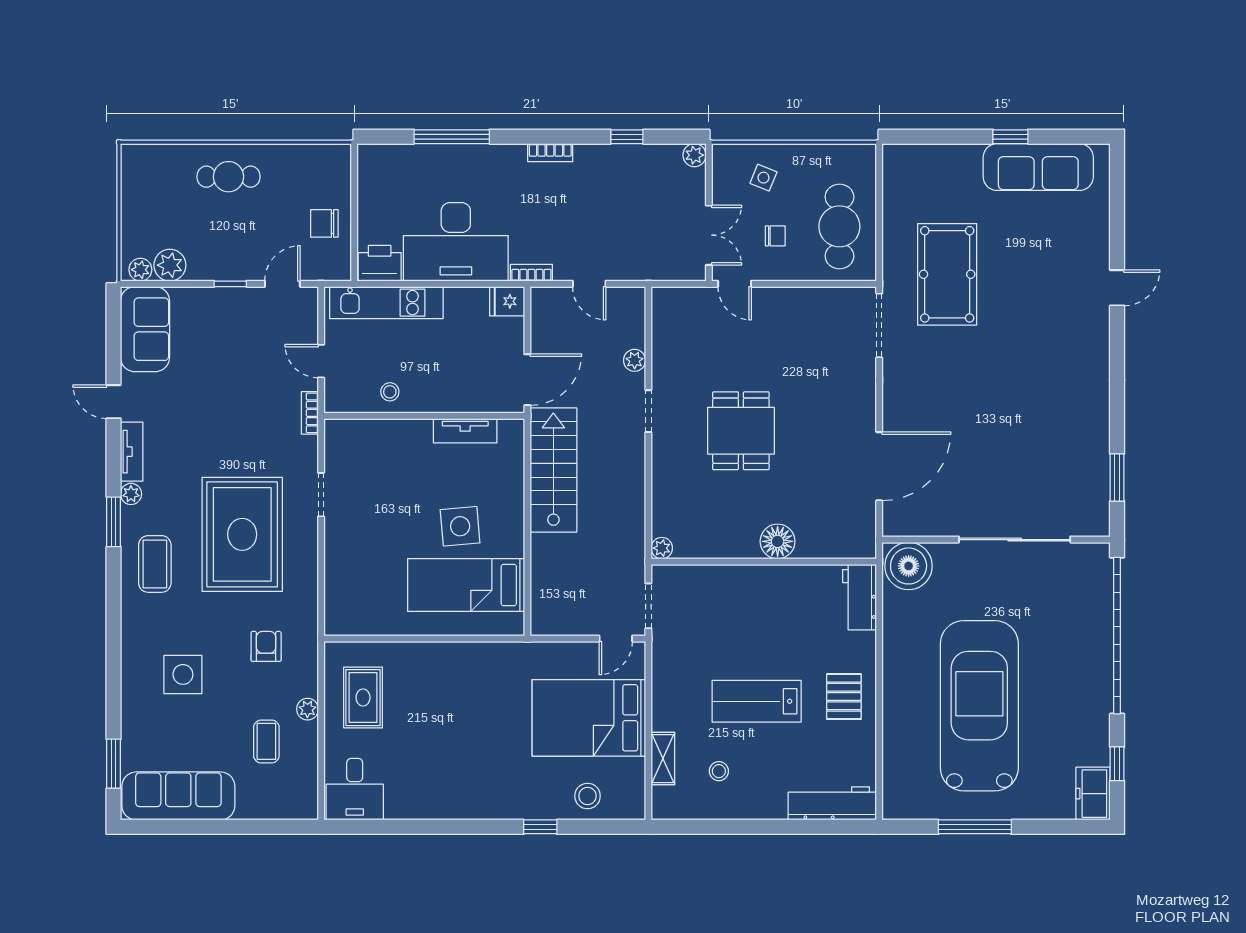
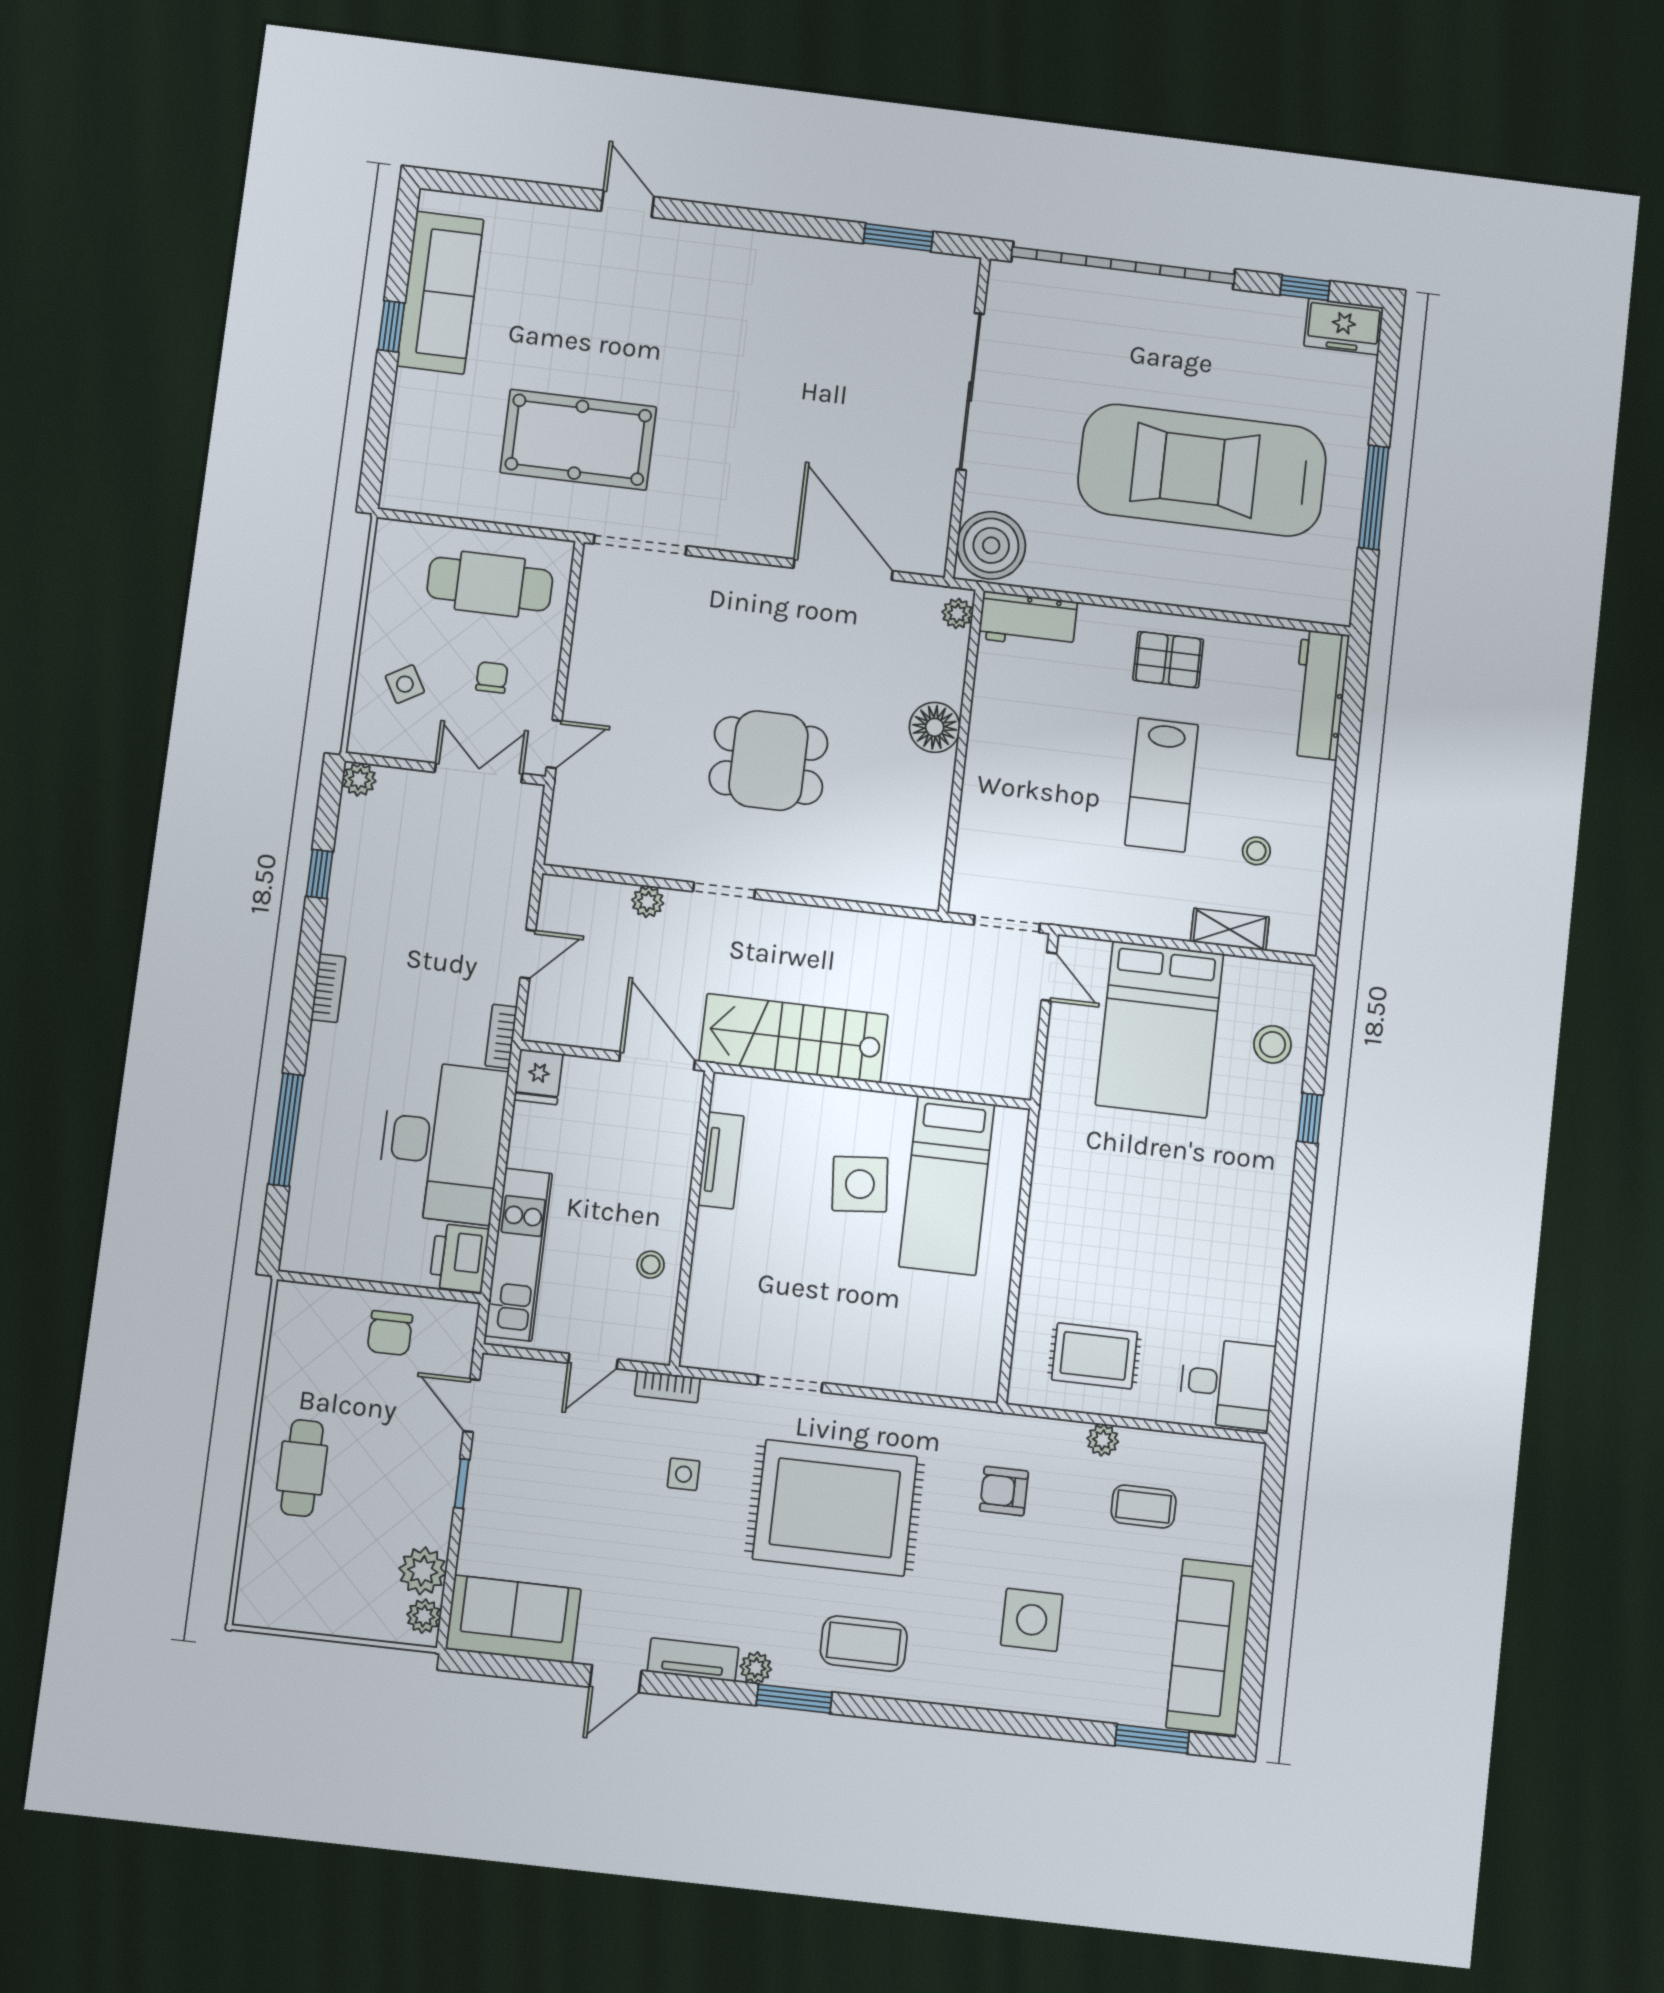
side table: (763, 178) -> (405, 684), turned 38
side table: (253, 431) -> (684, 1474), added
plant: (662, 548) -> (957, 613), moved

